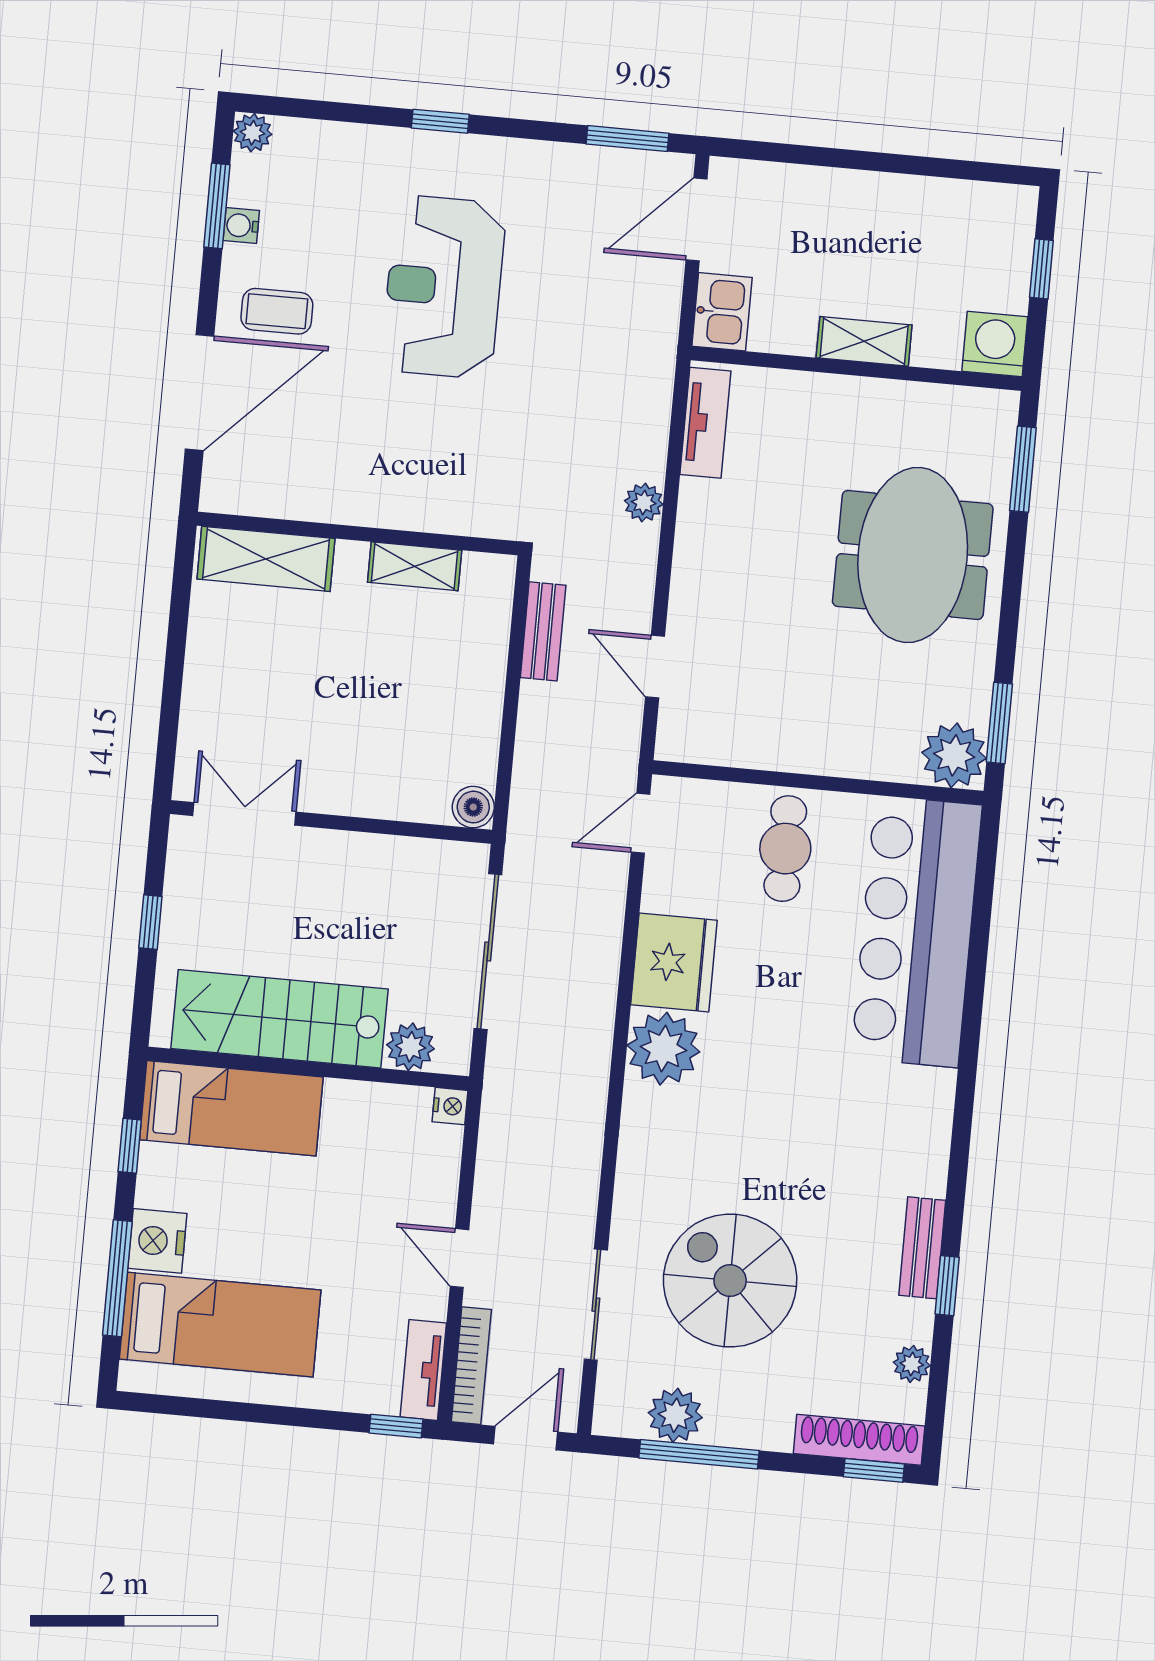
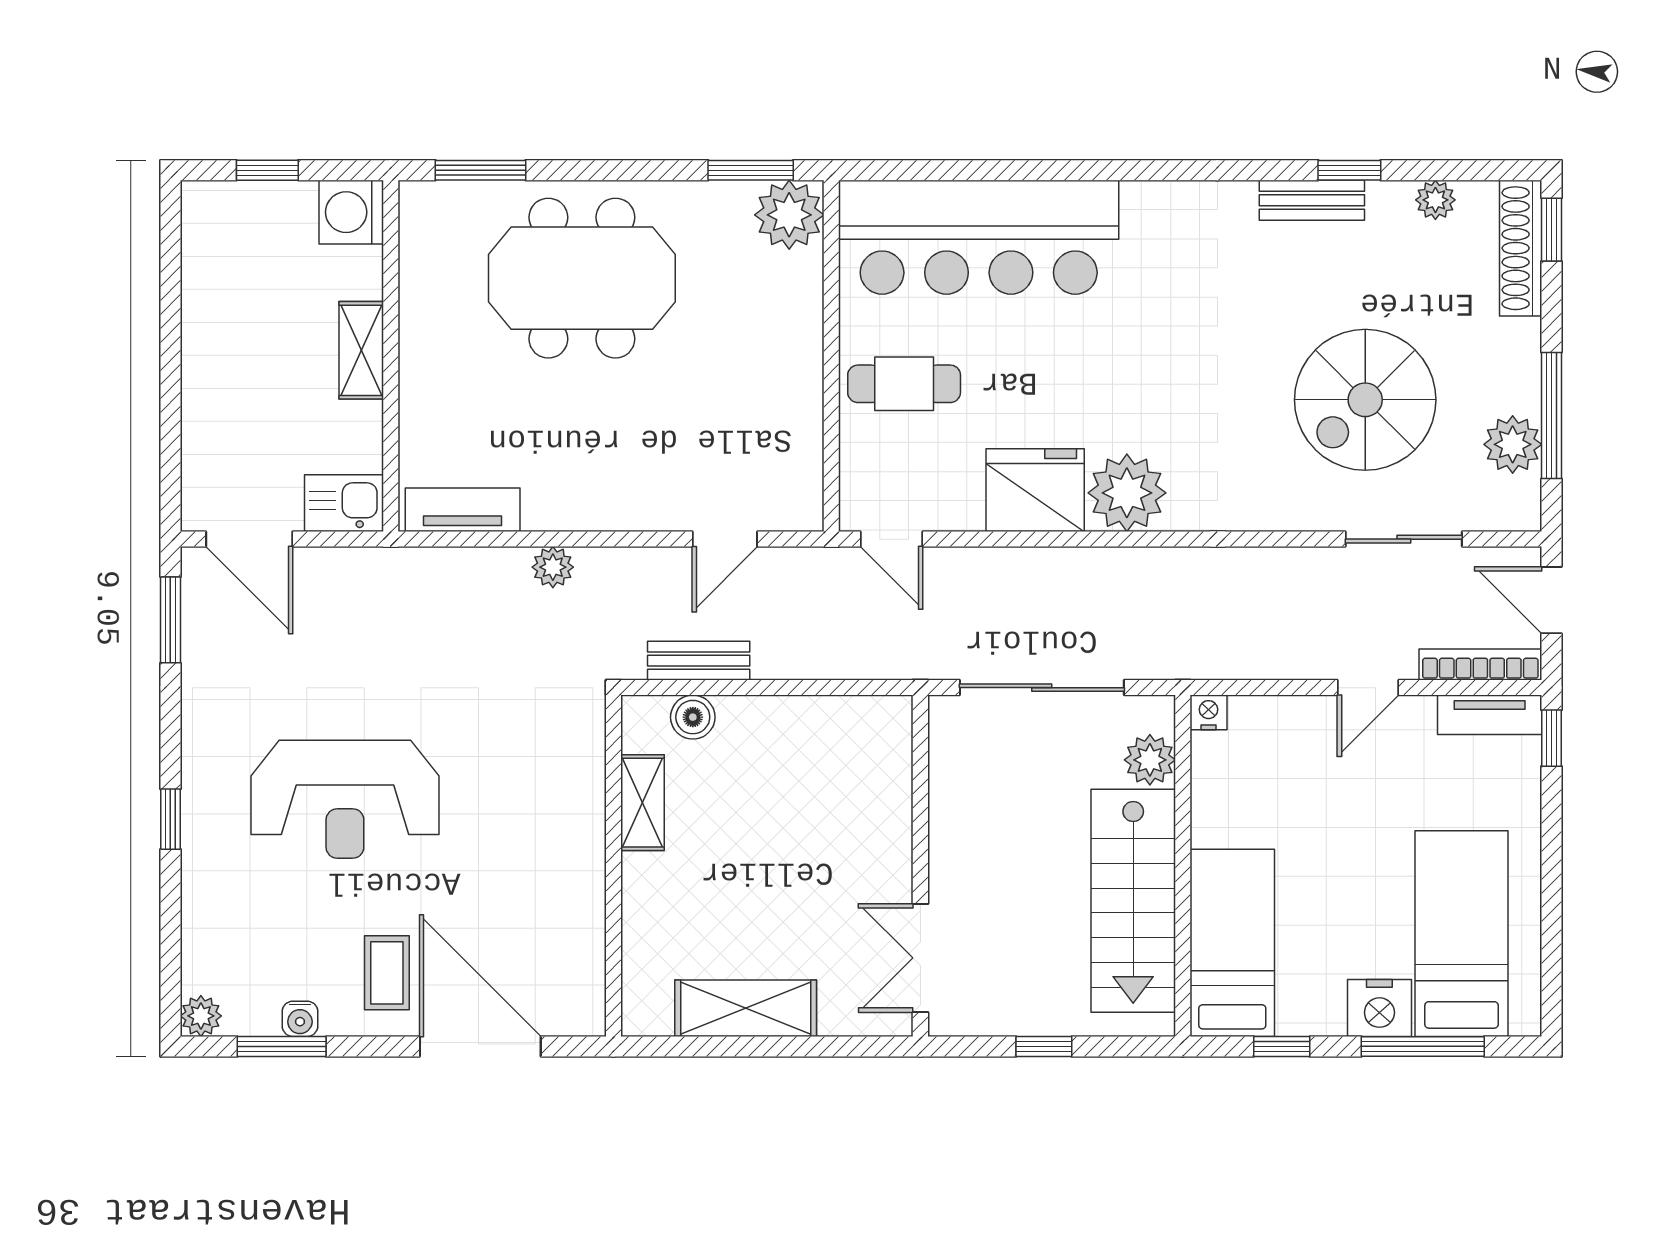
shelving: (266, 559) -> (746, 1008), moved, turned 90
boiler: (473, 807) -> (693, 717), moved

